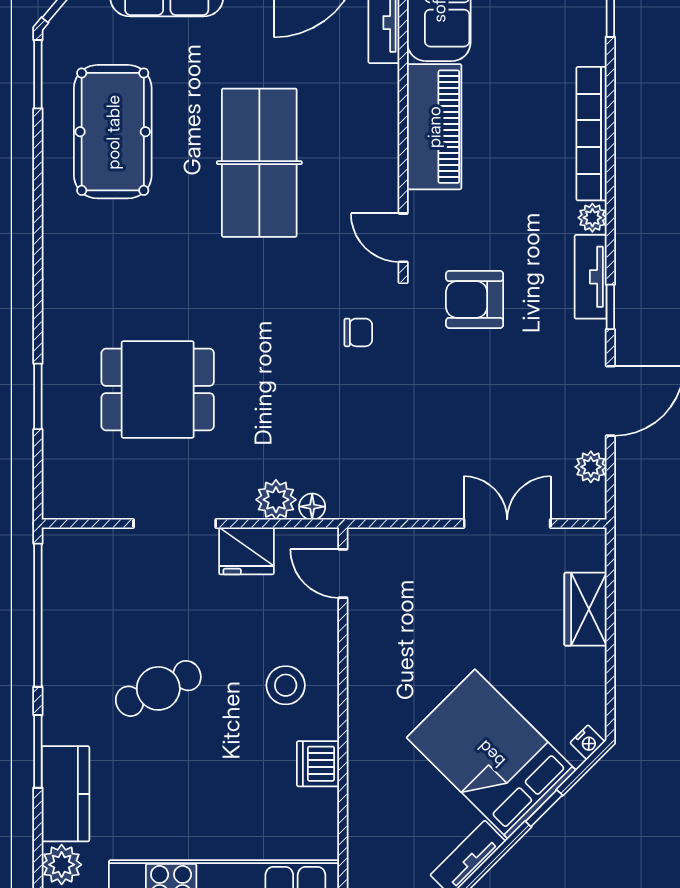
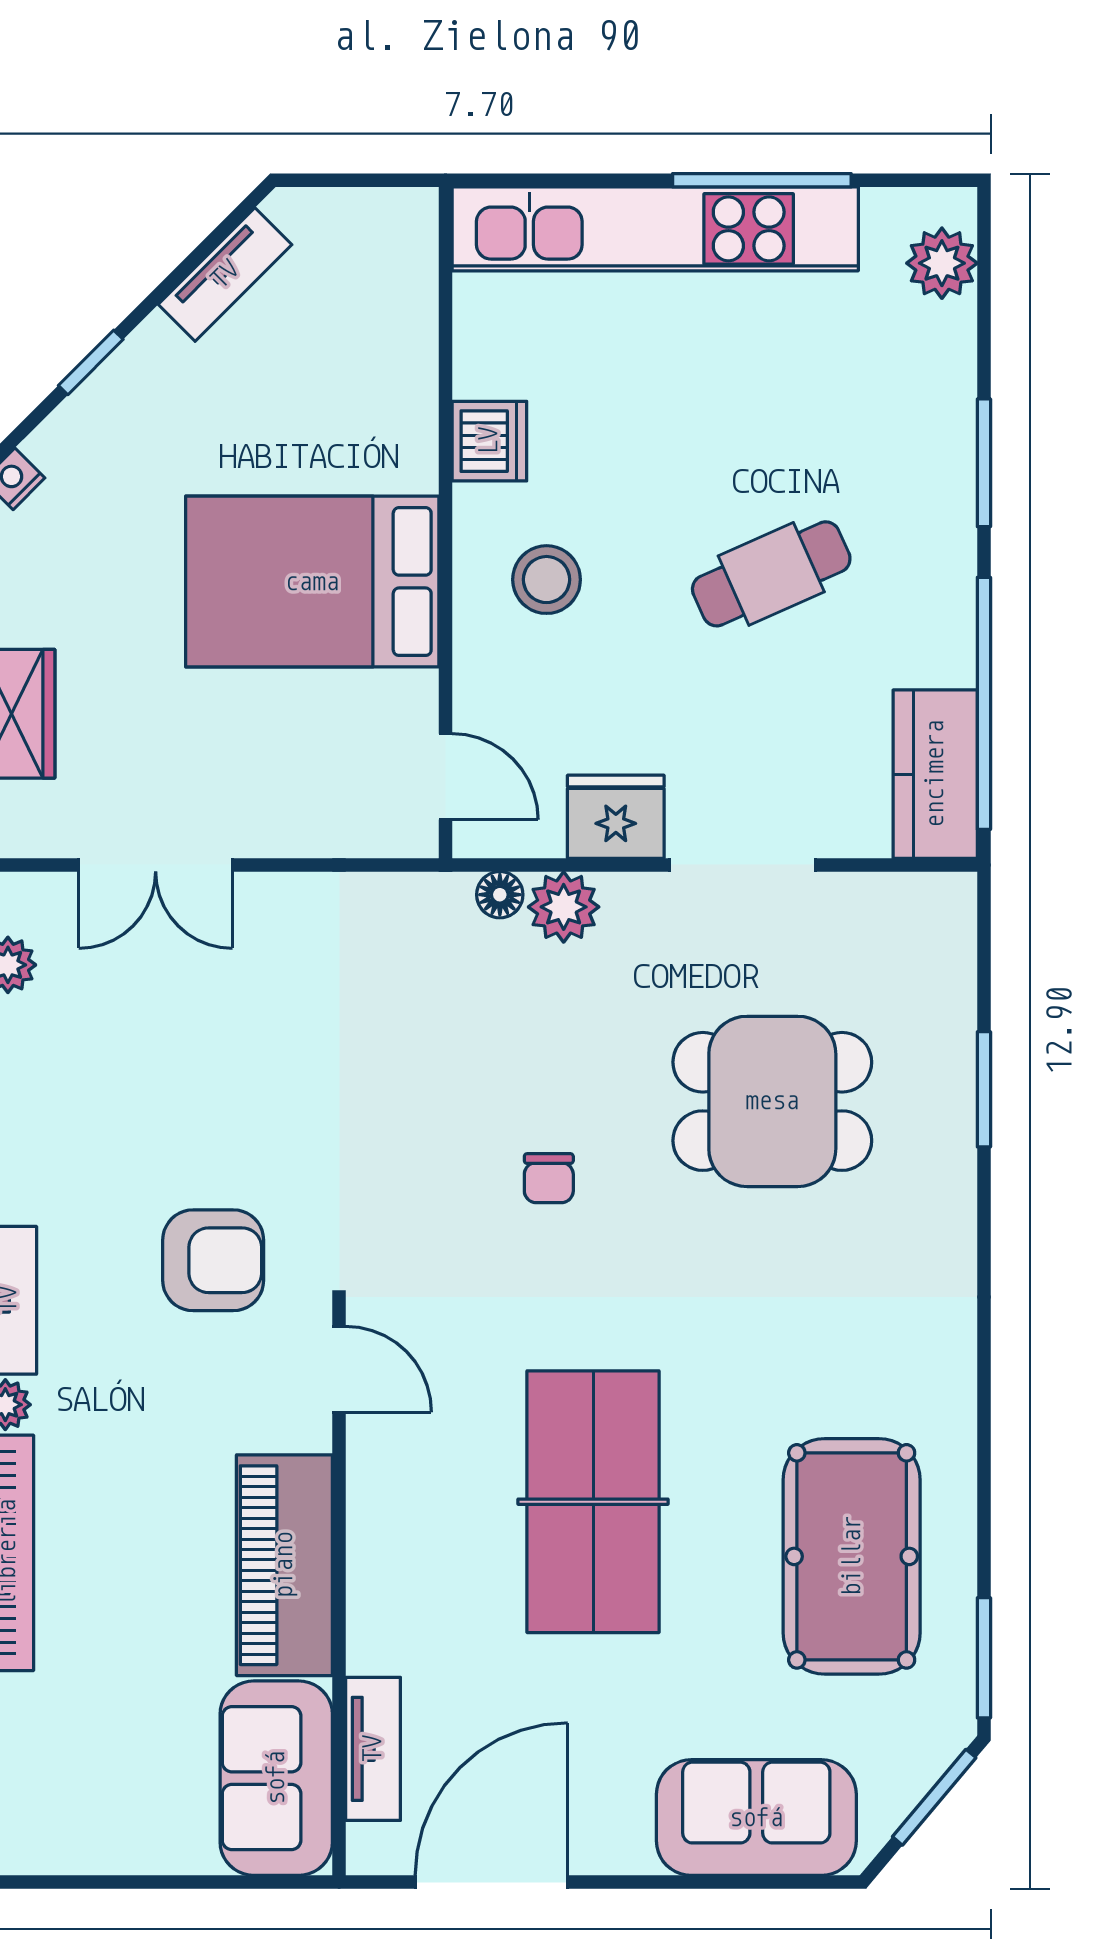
chair: (358, 332) -> (549, 1178), moved, turned -90
bed: (491, 754) -> (312, 582), moved, turned 135
kitchen counter: (65, 794) -> (935, 774), moved

